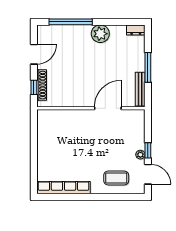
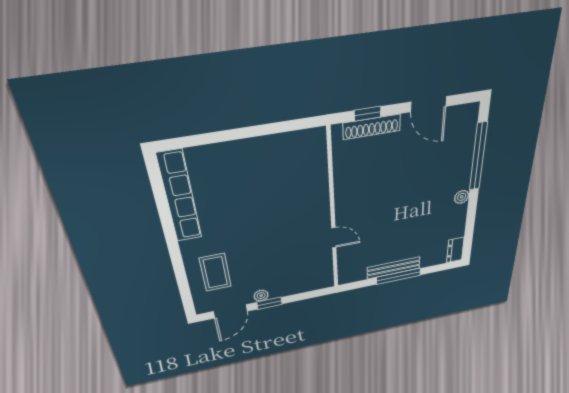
plant: (100, 34) -> (462, 197), width x0.53, depth x0.53
bench: (140, 89) -> (394, 268), moved
door: (108, 108) -> (334, 238), width x0.53

